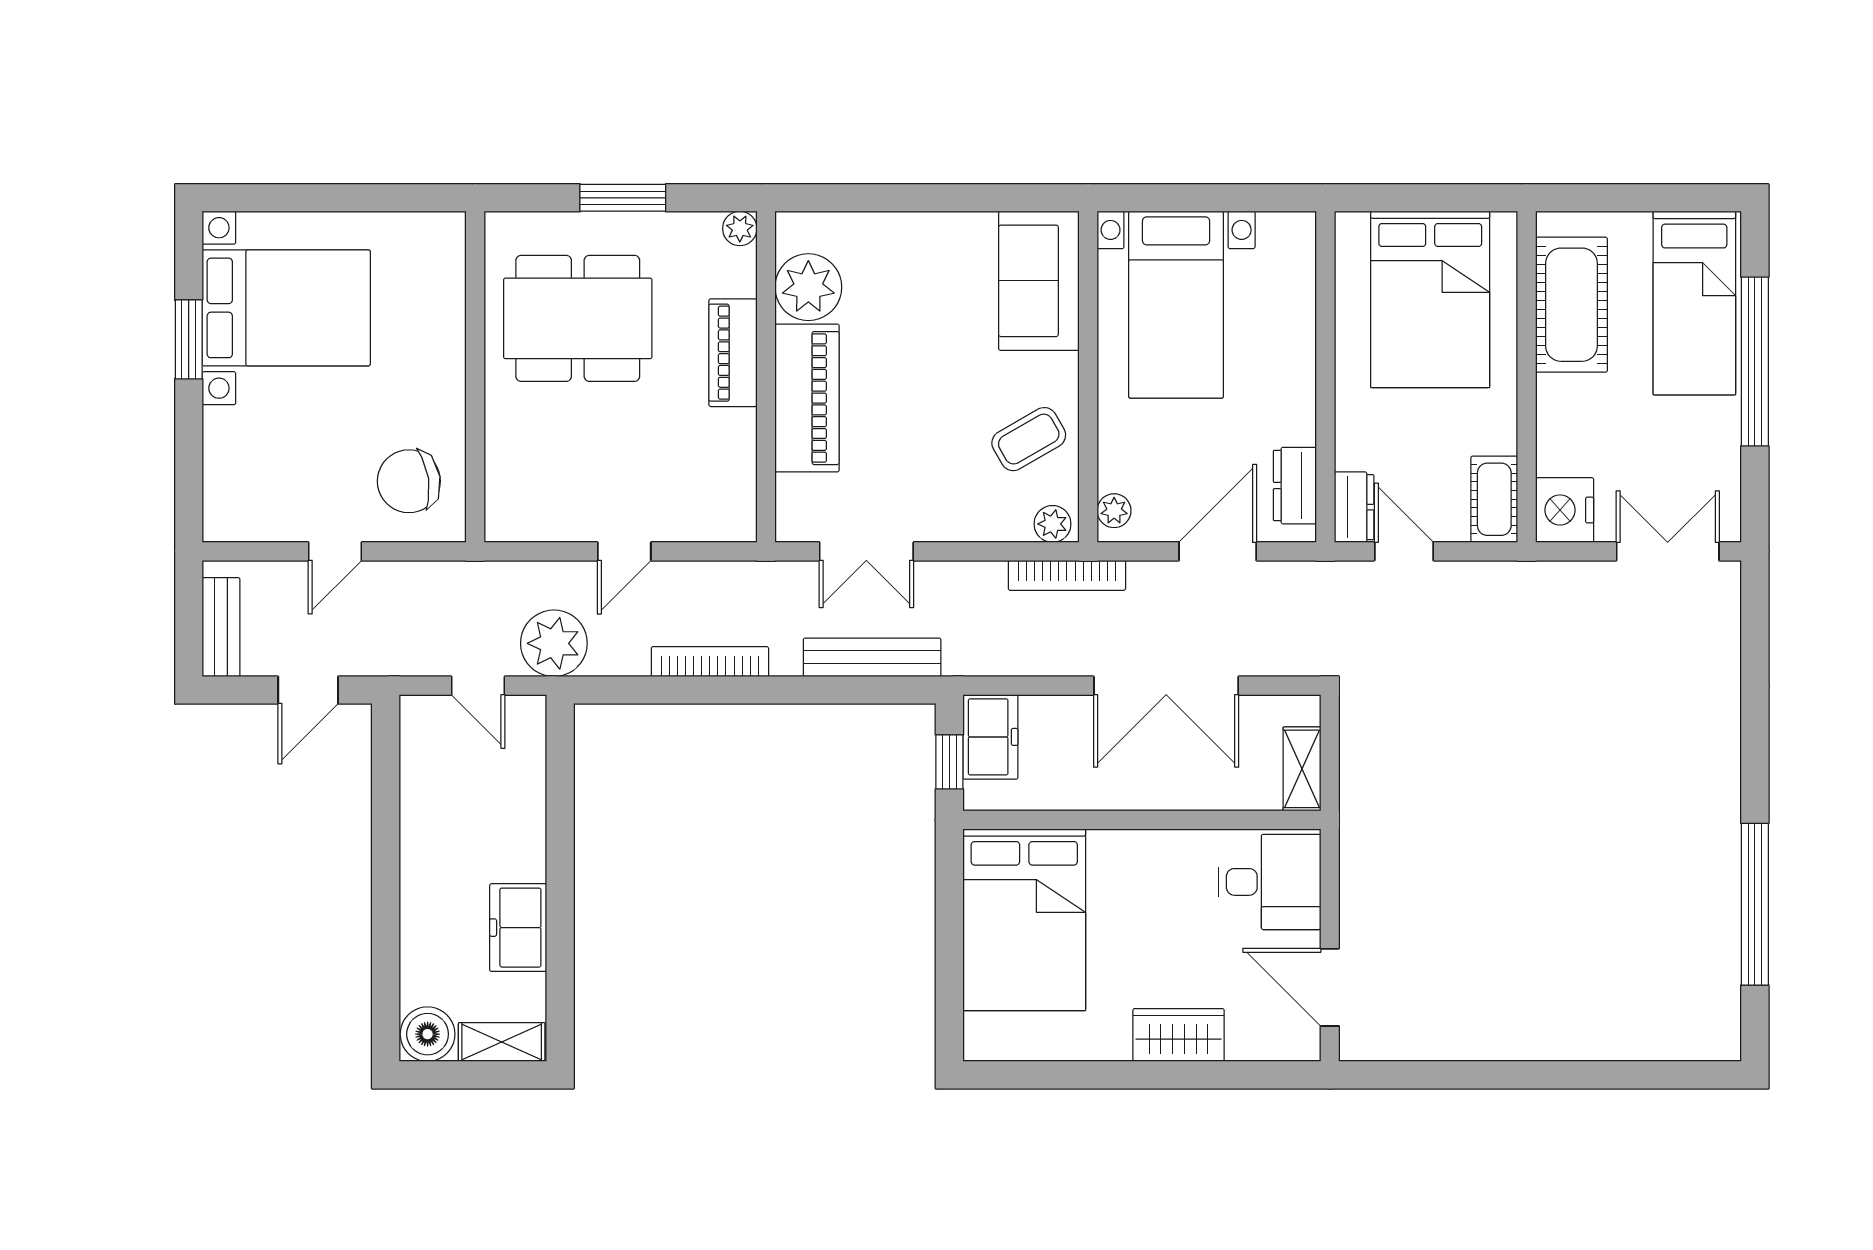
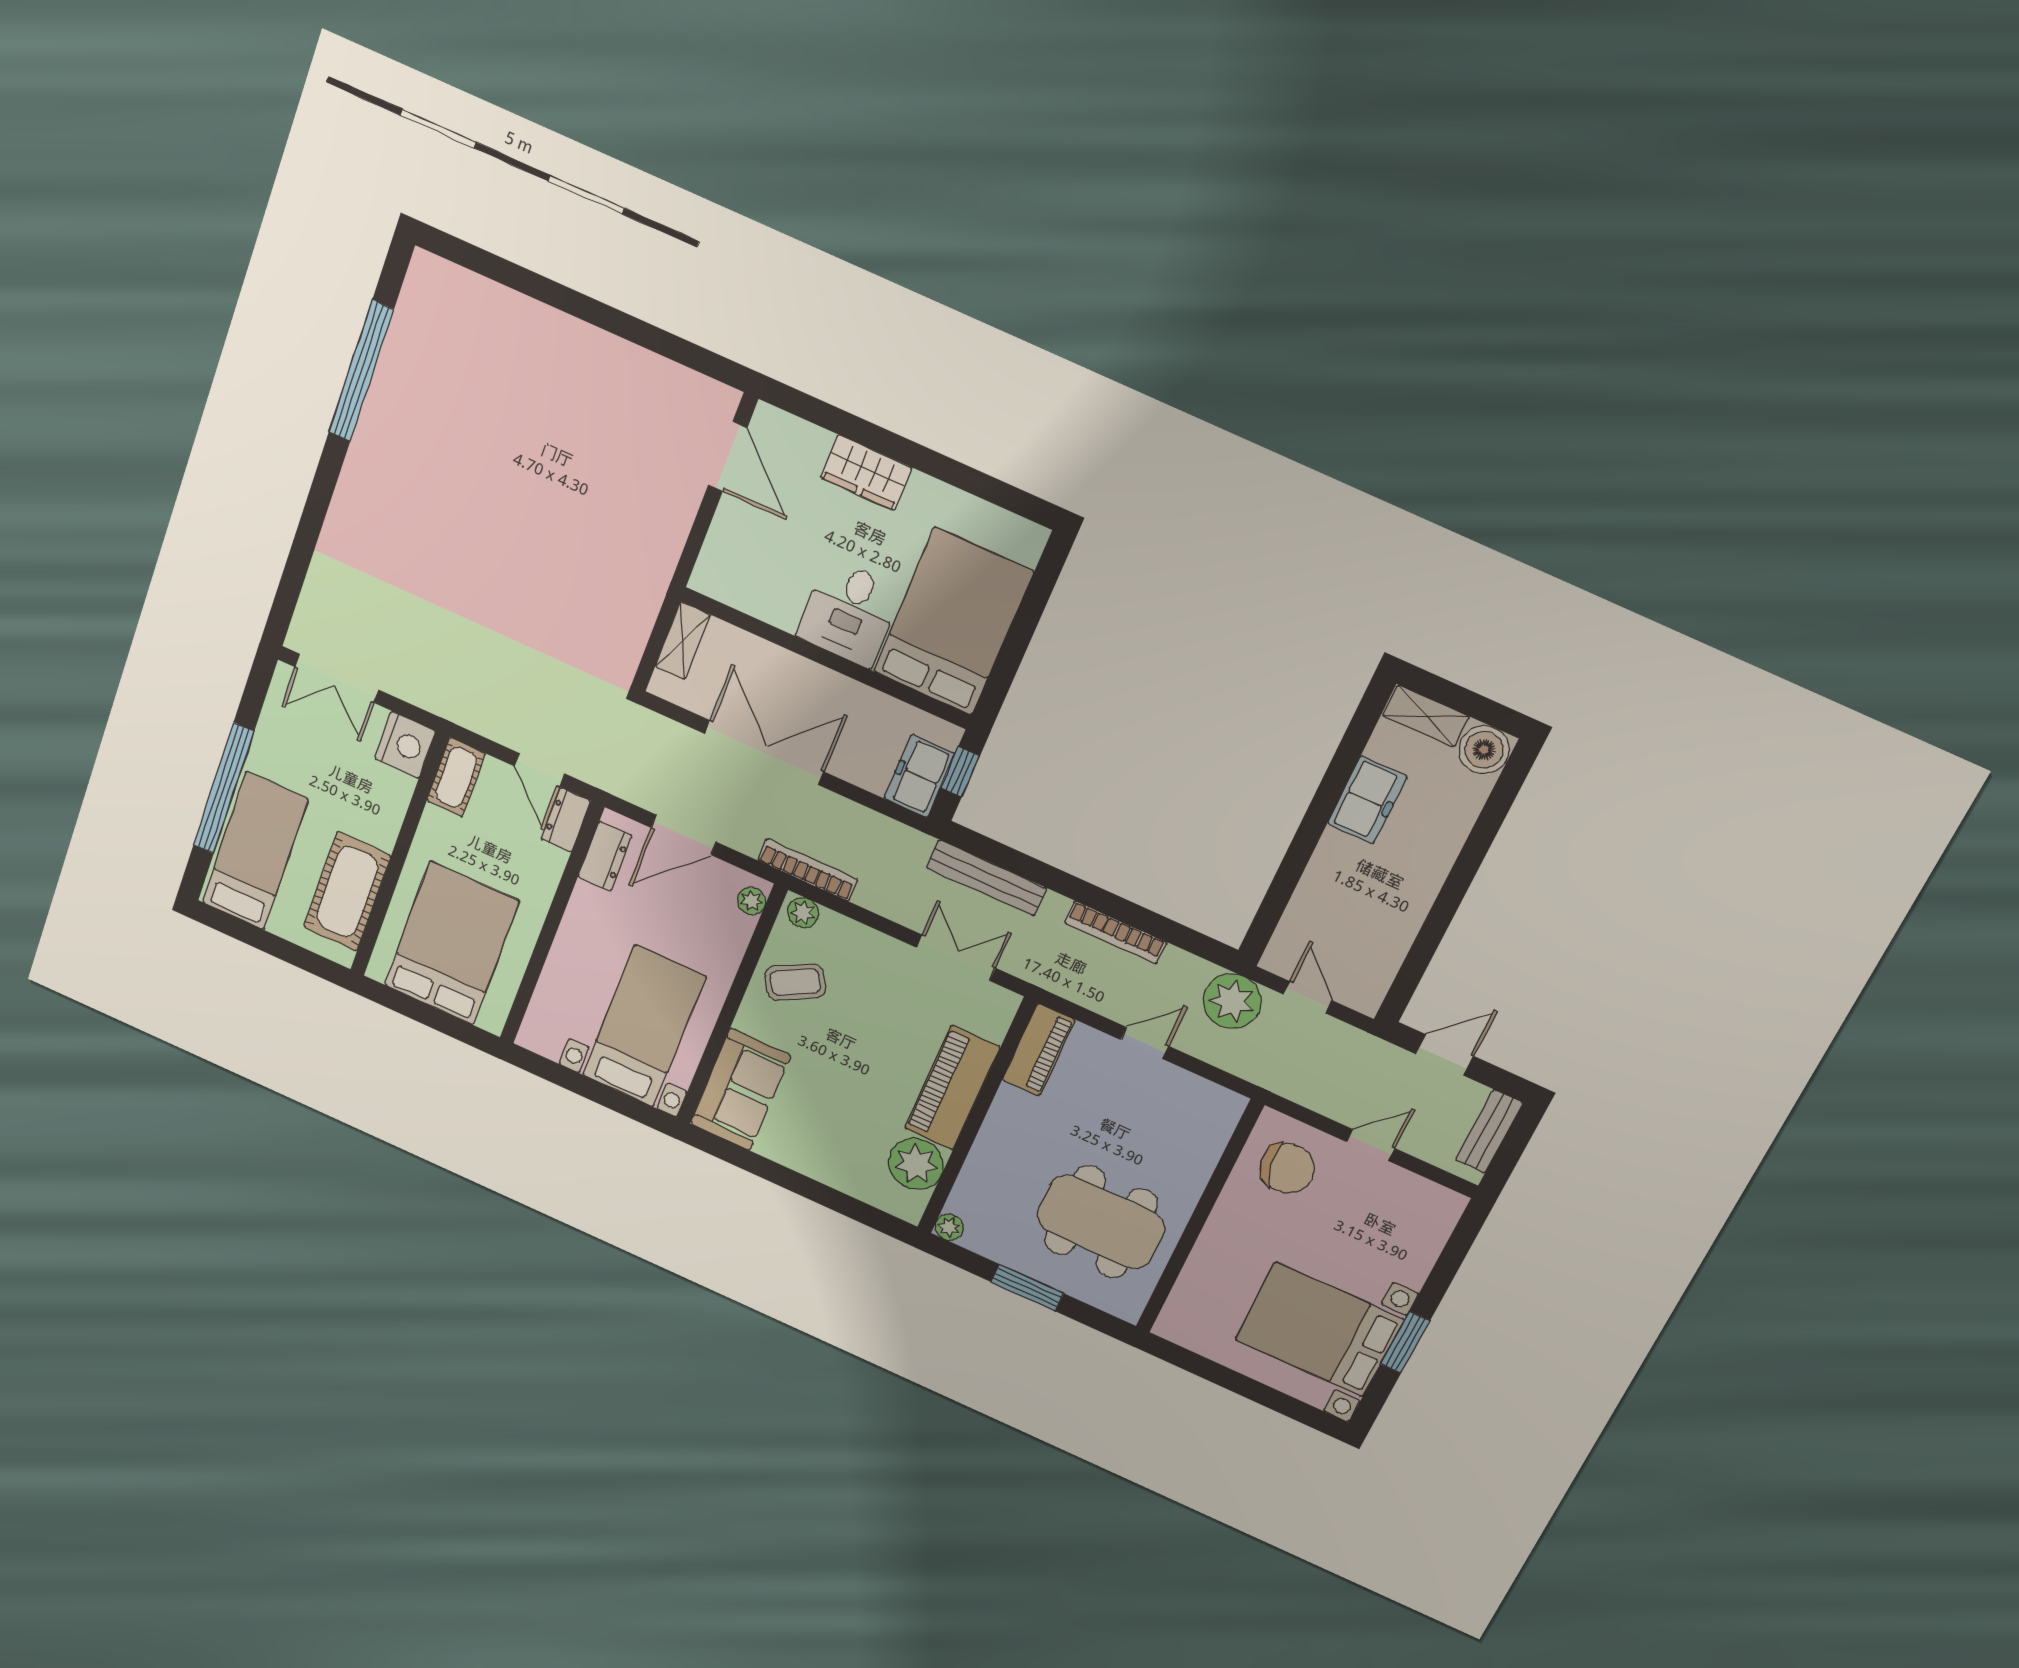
piano: (733, 353) -> (1039, 1050), moved
desk: (1270, 882) -> (849, 613), moved, turned -90

